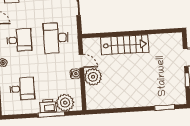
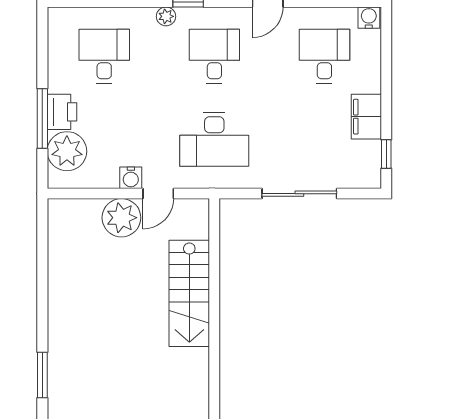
desk: (56, 38) -> (214, 139), turned 180
desk: (19, 40) -> (214, 56), turned 180
desk: (22, 89) -> (104, 56), turned 180

